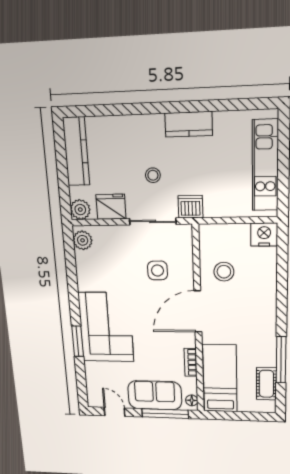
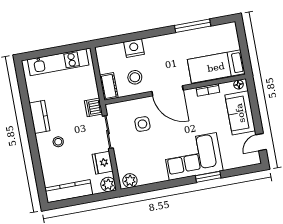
stool: (153, 175) -> (58, 142), moved
nightstand: (264, 235) -> (134, 48), moved, turned 90
cot: (266, 384) -> (109, 86), moved, turned 90
window: (165, 414) -> (254, 103), removed

